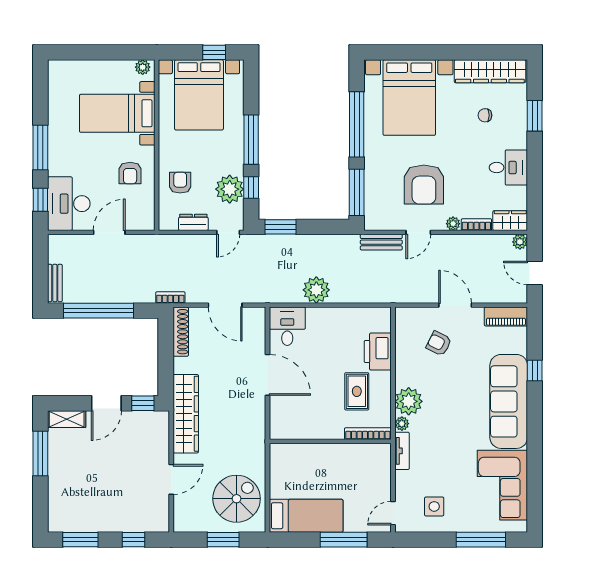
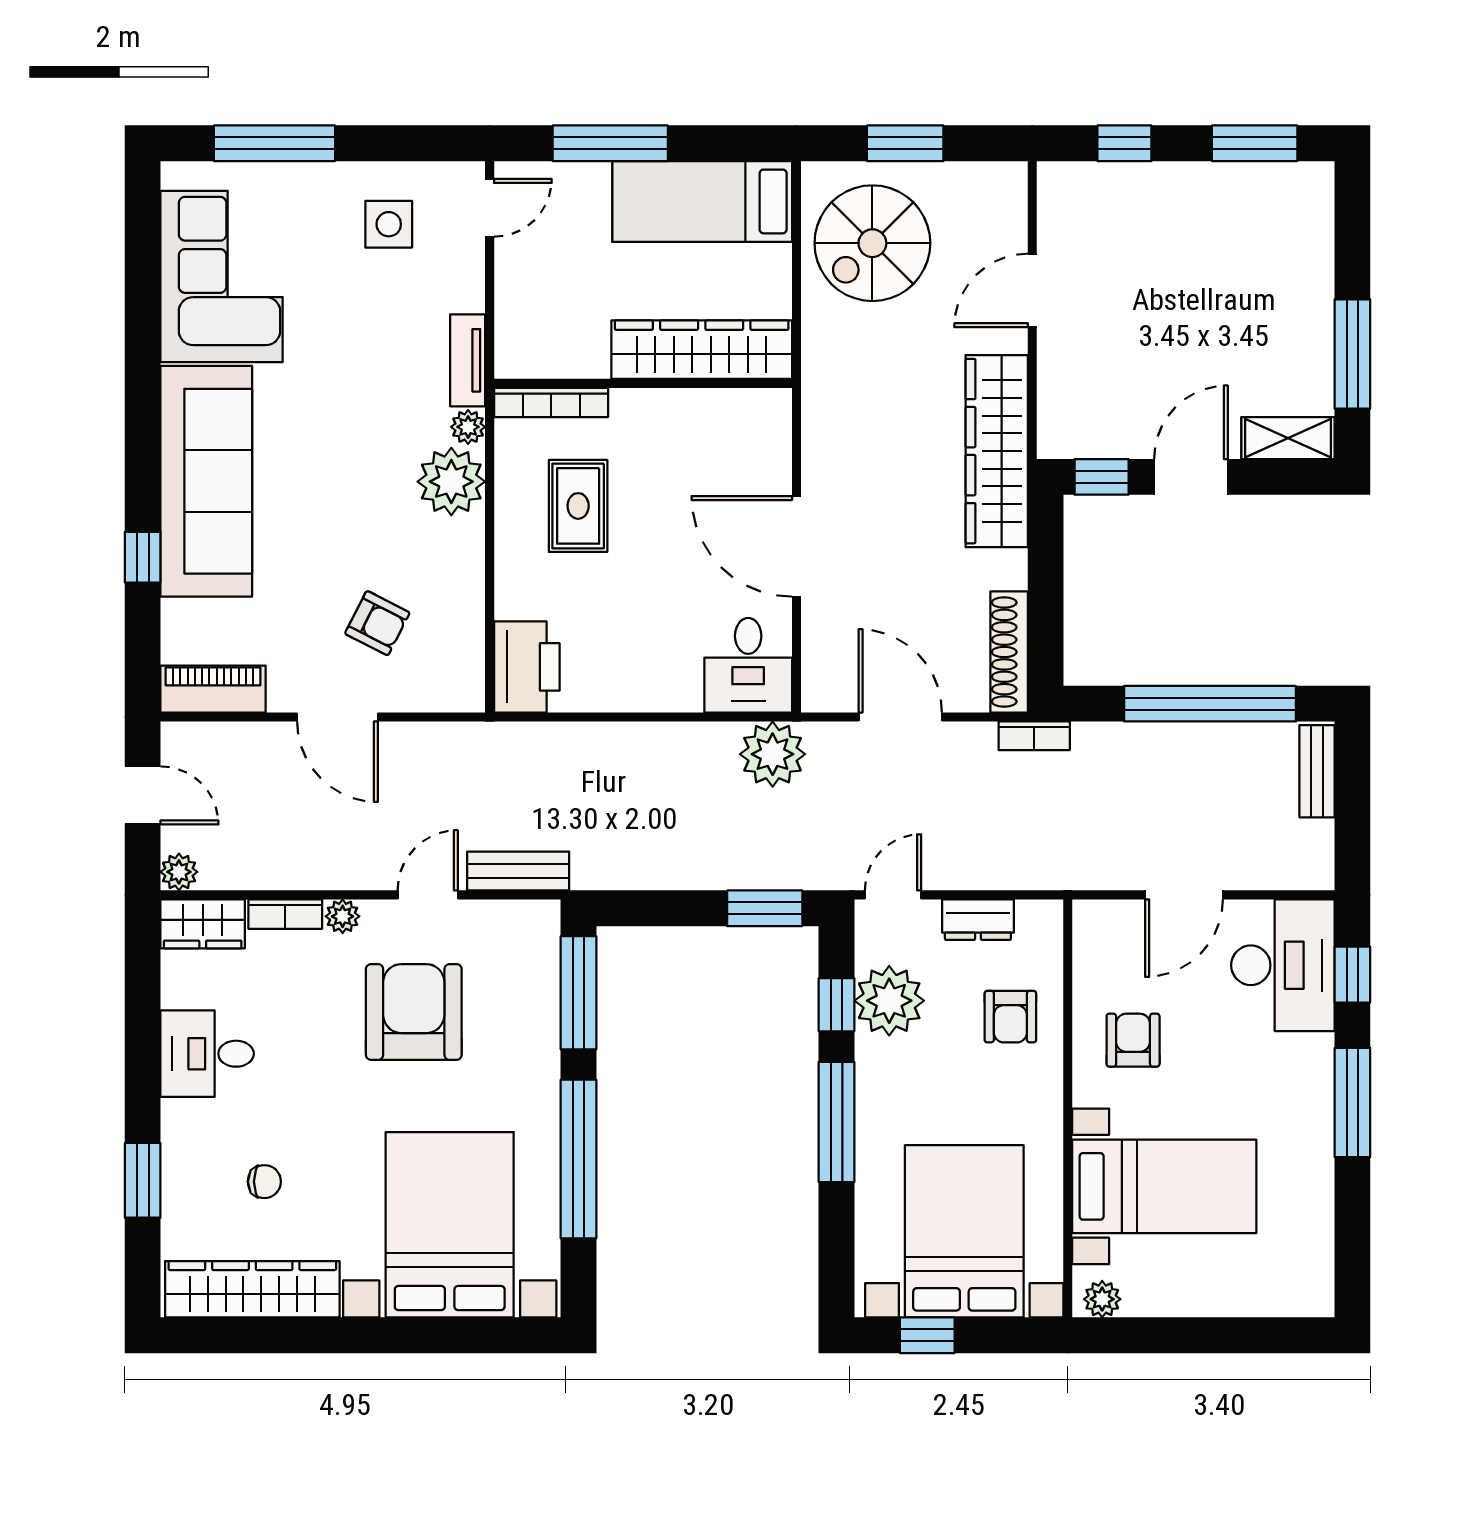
plant: (316, 290) -> (773, 754), moved
printer: (378, 352) -> (527, 667), moved
wardrobe: (306, 455) -> (702, 350), added

